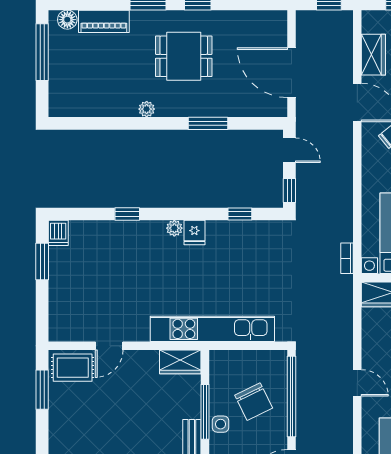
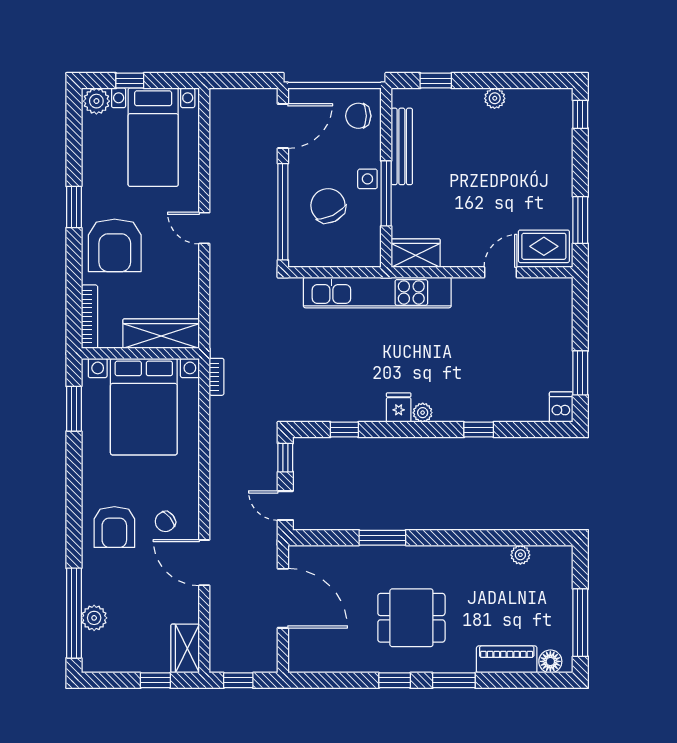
wardrobe: (373, 55) -> (185, 648), moved
plant: (147, 109) -> (520, 555), moved

